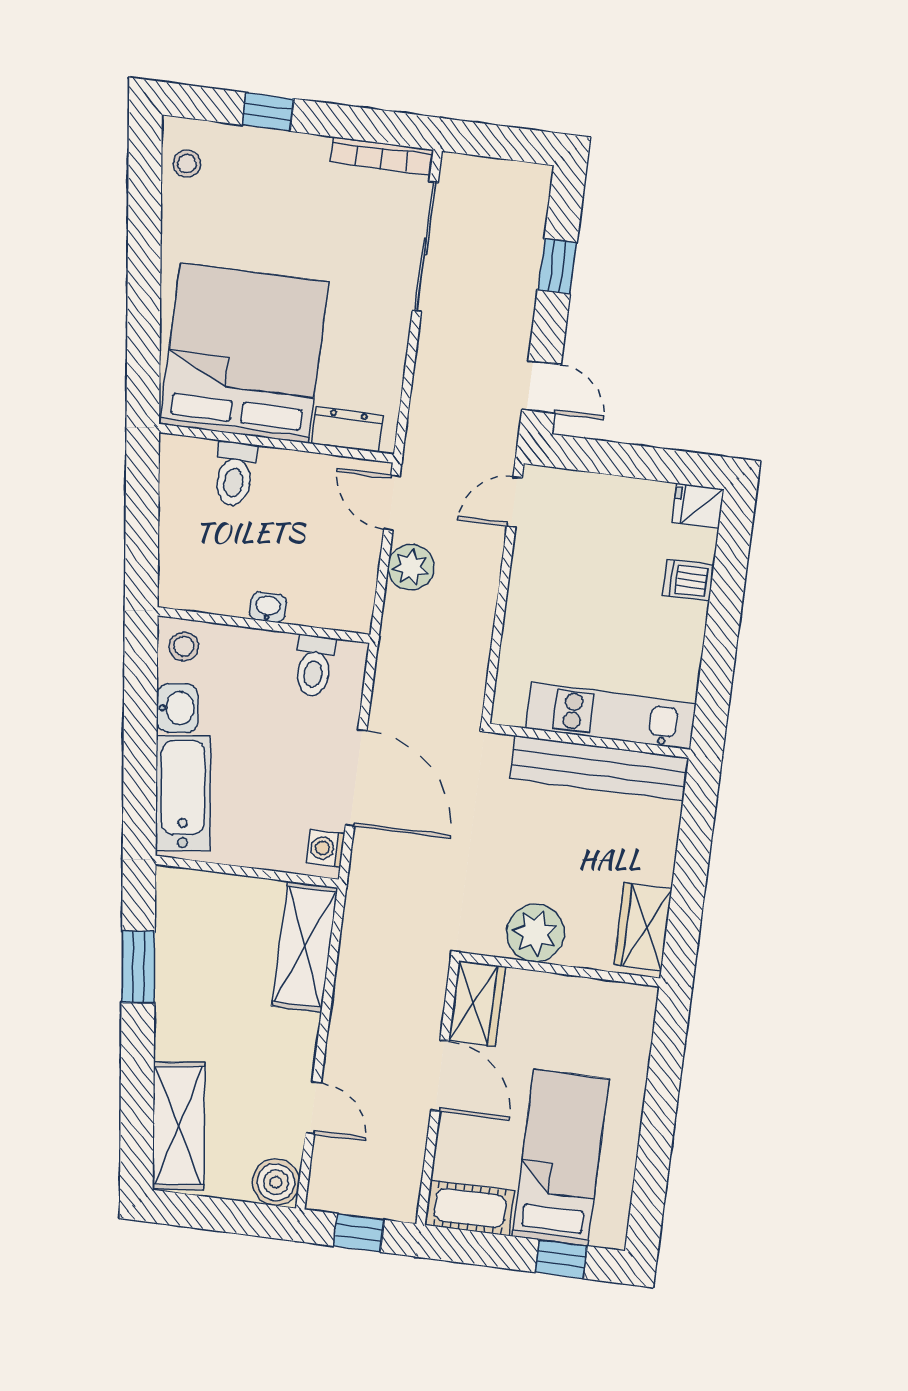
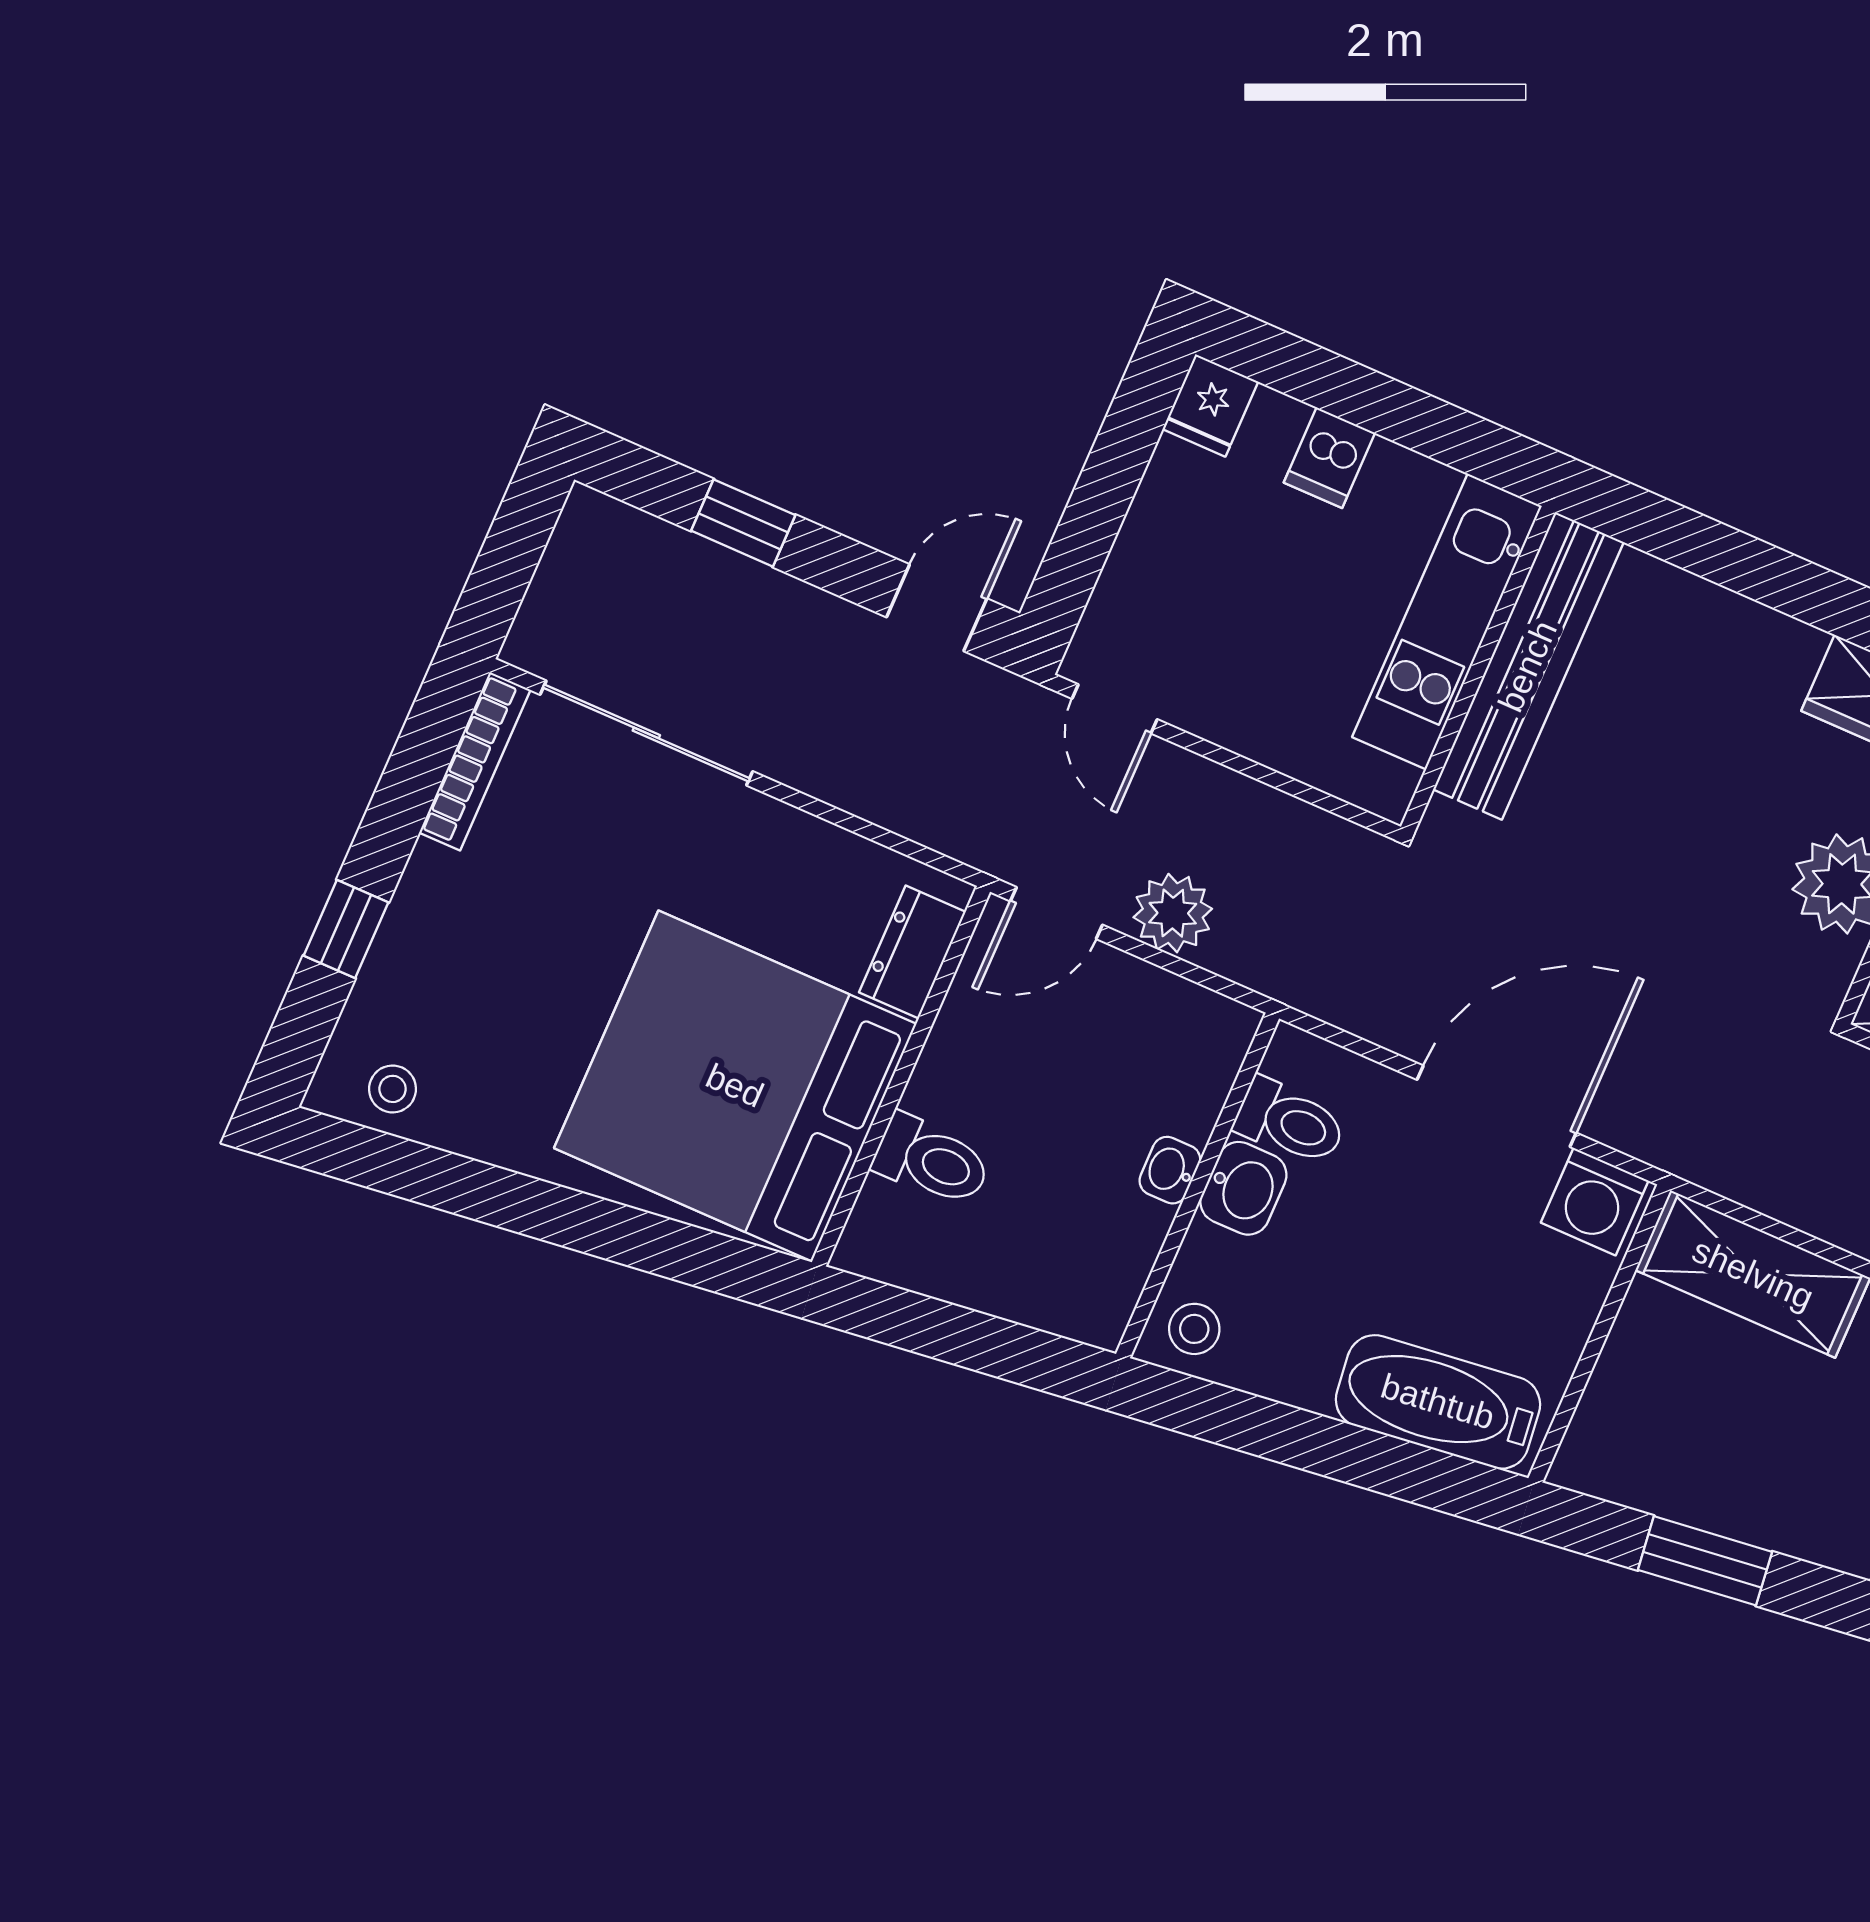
washbasin: (177, 708) -> (1243, 1188), moved, turned 97
kitchen unit: (611, 716) -> (1447, 622), moved
wall: (589, 741) -> (1478, 669), moved
bench: (600, 768) -> (1528, 666), moved
washing machine: (326, 848) -> (1595, 1202), width x1.38, depth x1.38

